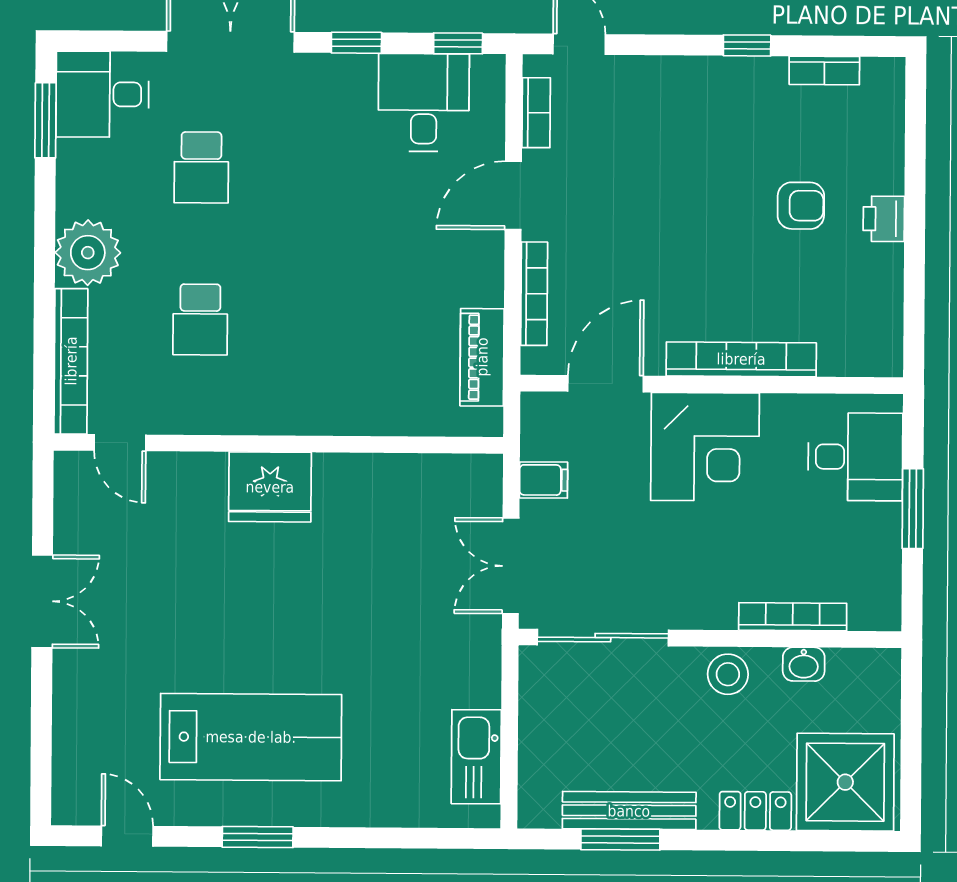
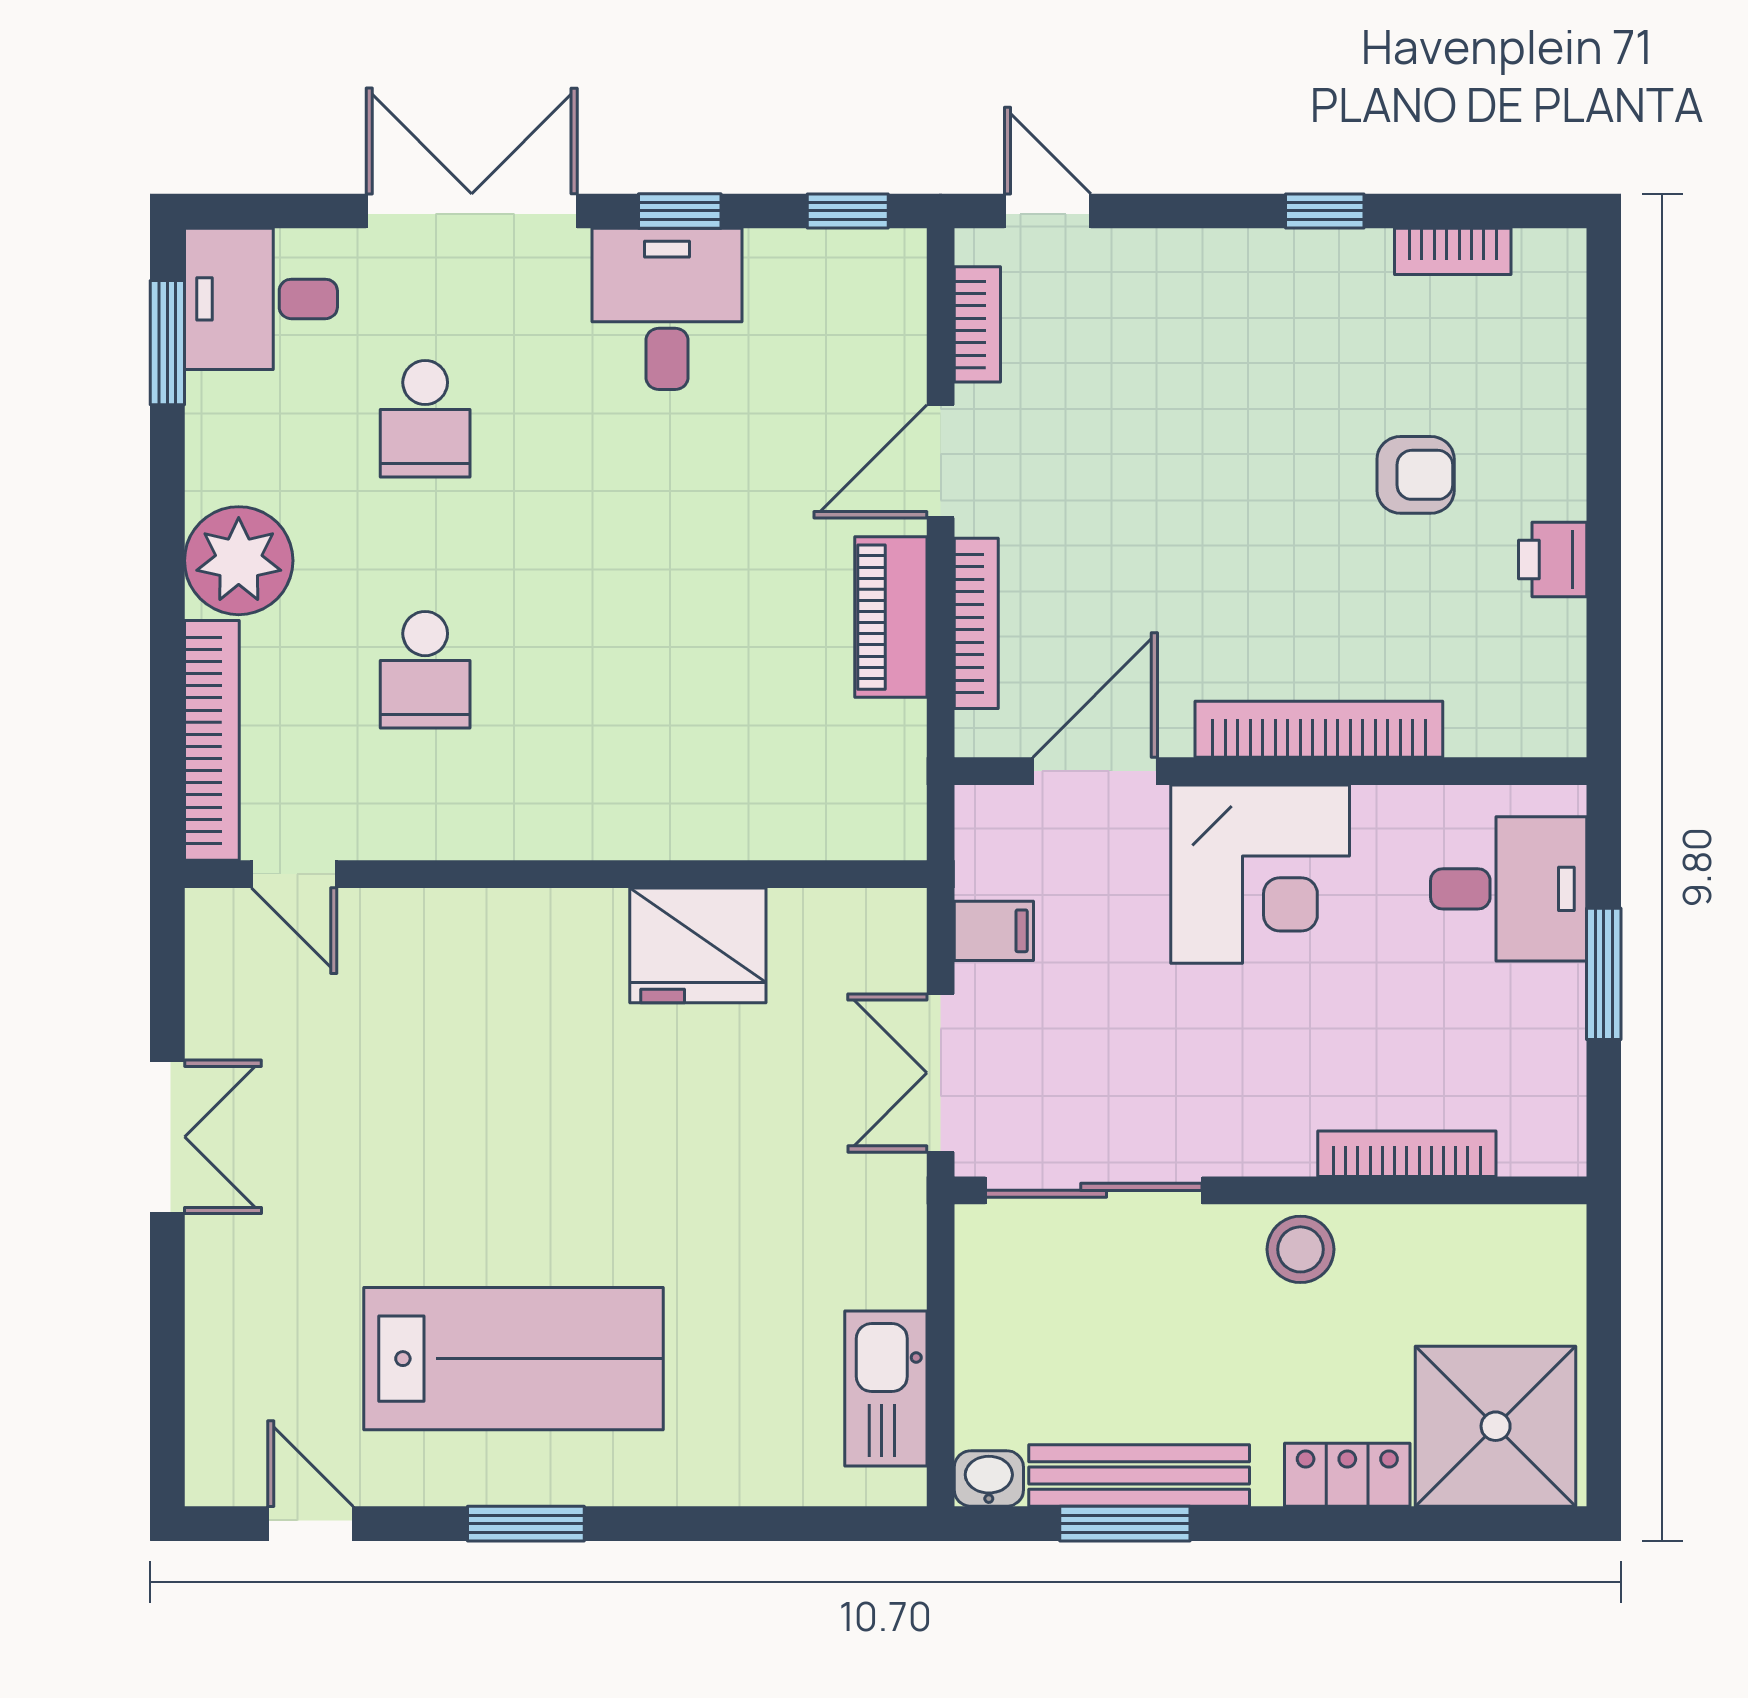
desk: (424, 102) -> (667, 309), moved
printer: (884, 219) -> (1553, 560), moved
piano: (482, 357) -> (891, 617), moved
fridge: (270, 487) -> (698, 945), moved
washbasin: (804, 664) -> (989, 1479), moved, turned 180

